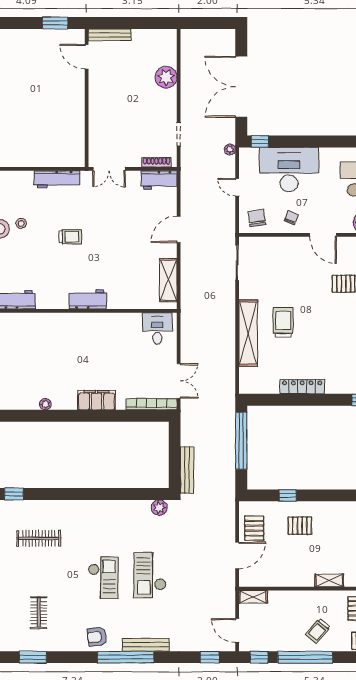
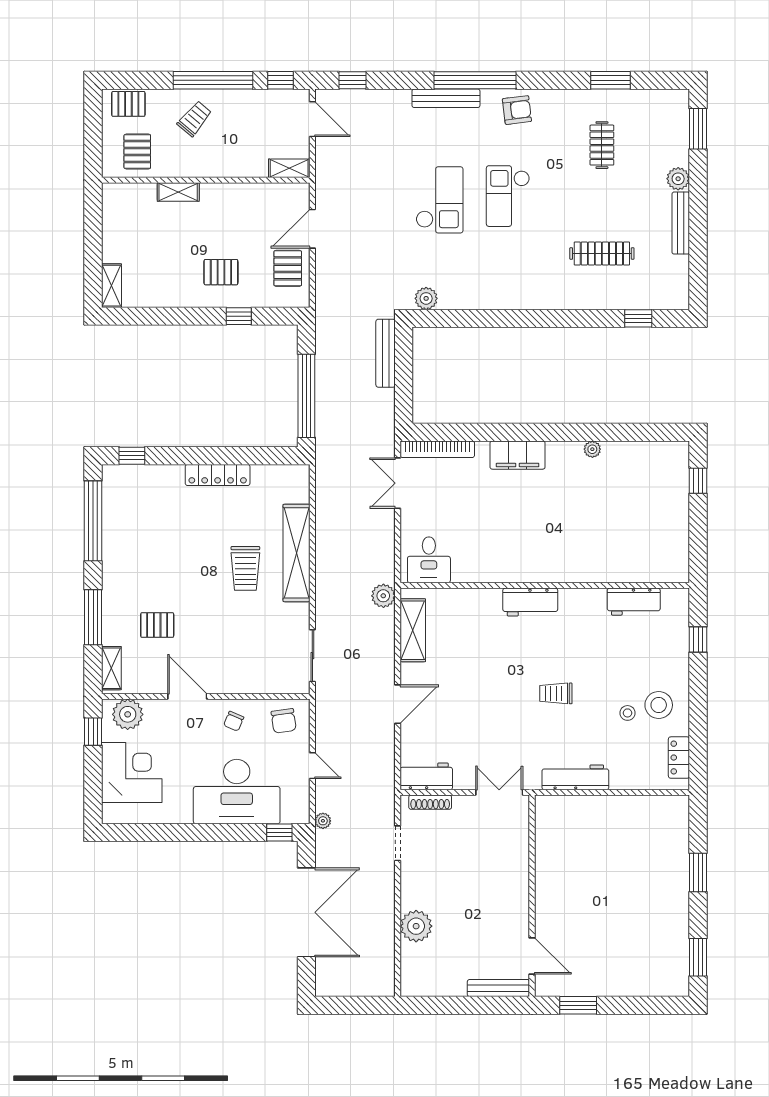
plant: (189, 304) -> (383, 596), added

